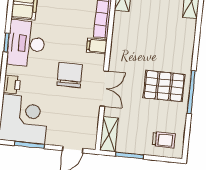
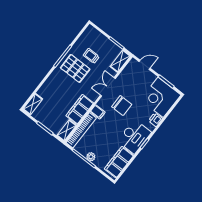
filing cabinet: (123, 34) -> (80, 109), added
chair: (70, 75) -> (122, 105), turned -90
trolley: (164, 140) -> (91, 56), moved

